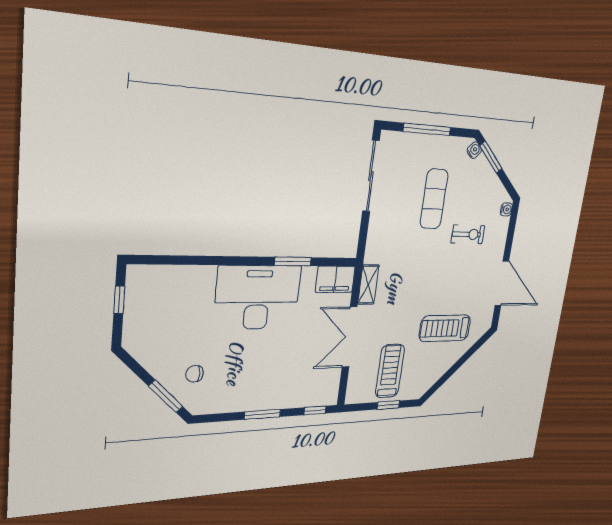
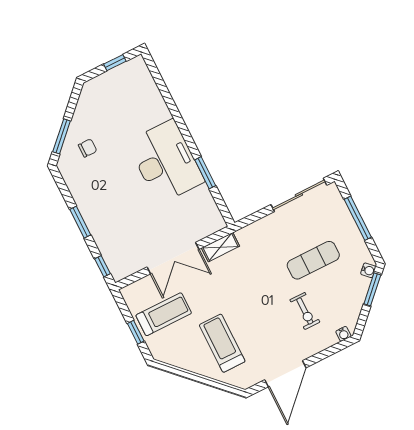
filing cabinet: (335, 279) -> (210, 216), removed
double door: (349, 337) -> (173, 258), swing flipped
chair: (194, 374) -> (88, 148), turned 90

